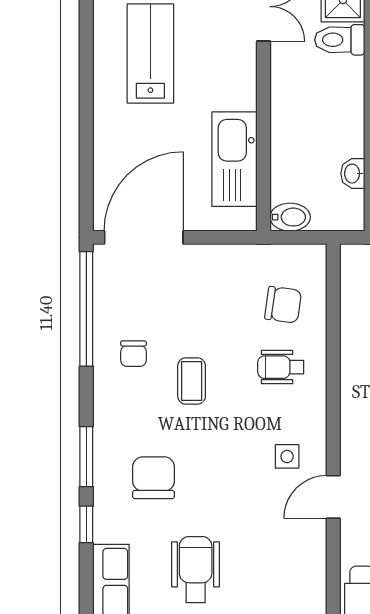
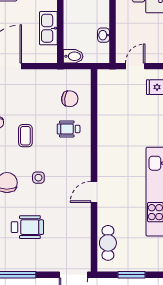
kitchen sink: (235, 159) -> (48, 28), width x0.73, depth x0.81
side table: (287, 456) -> (38, 178), moved
wheelchair: (196, 570) -> (27, 227), turned 90

